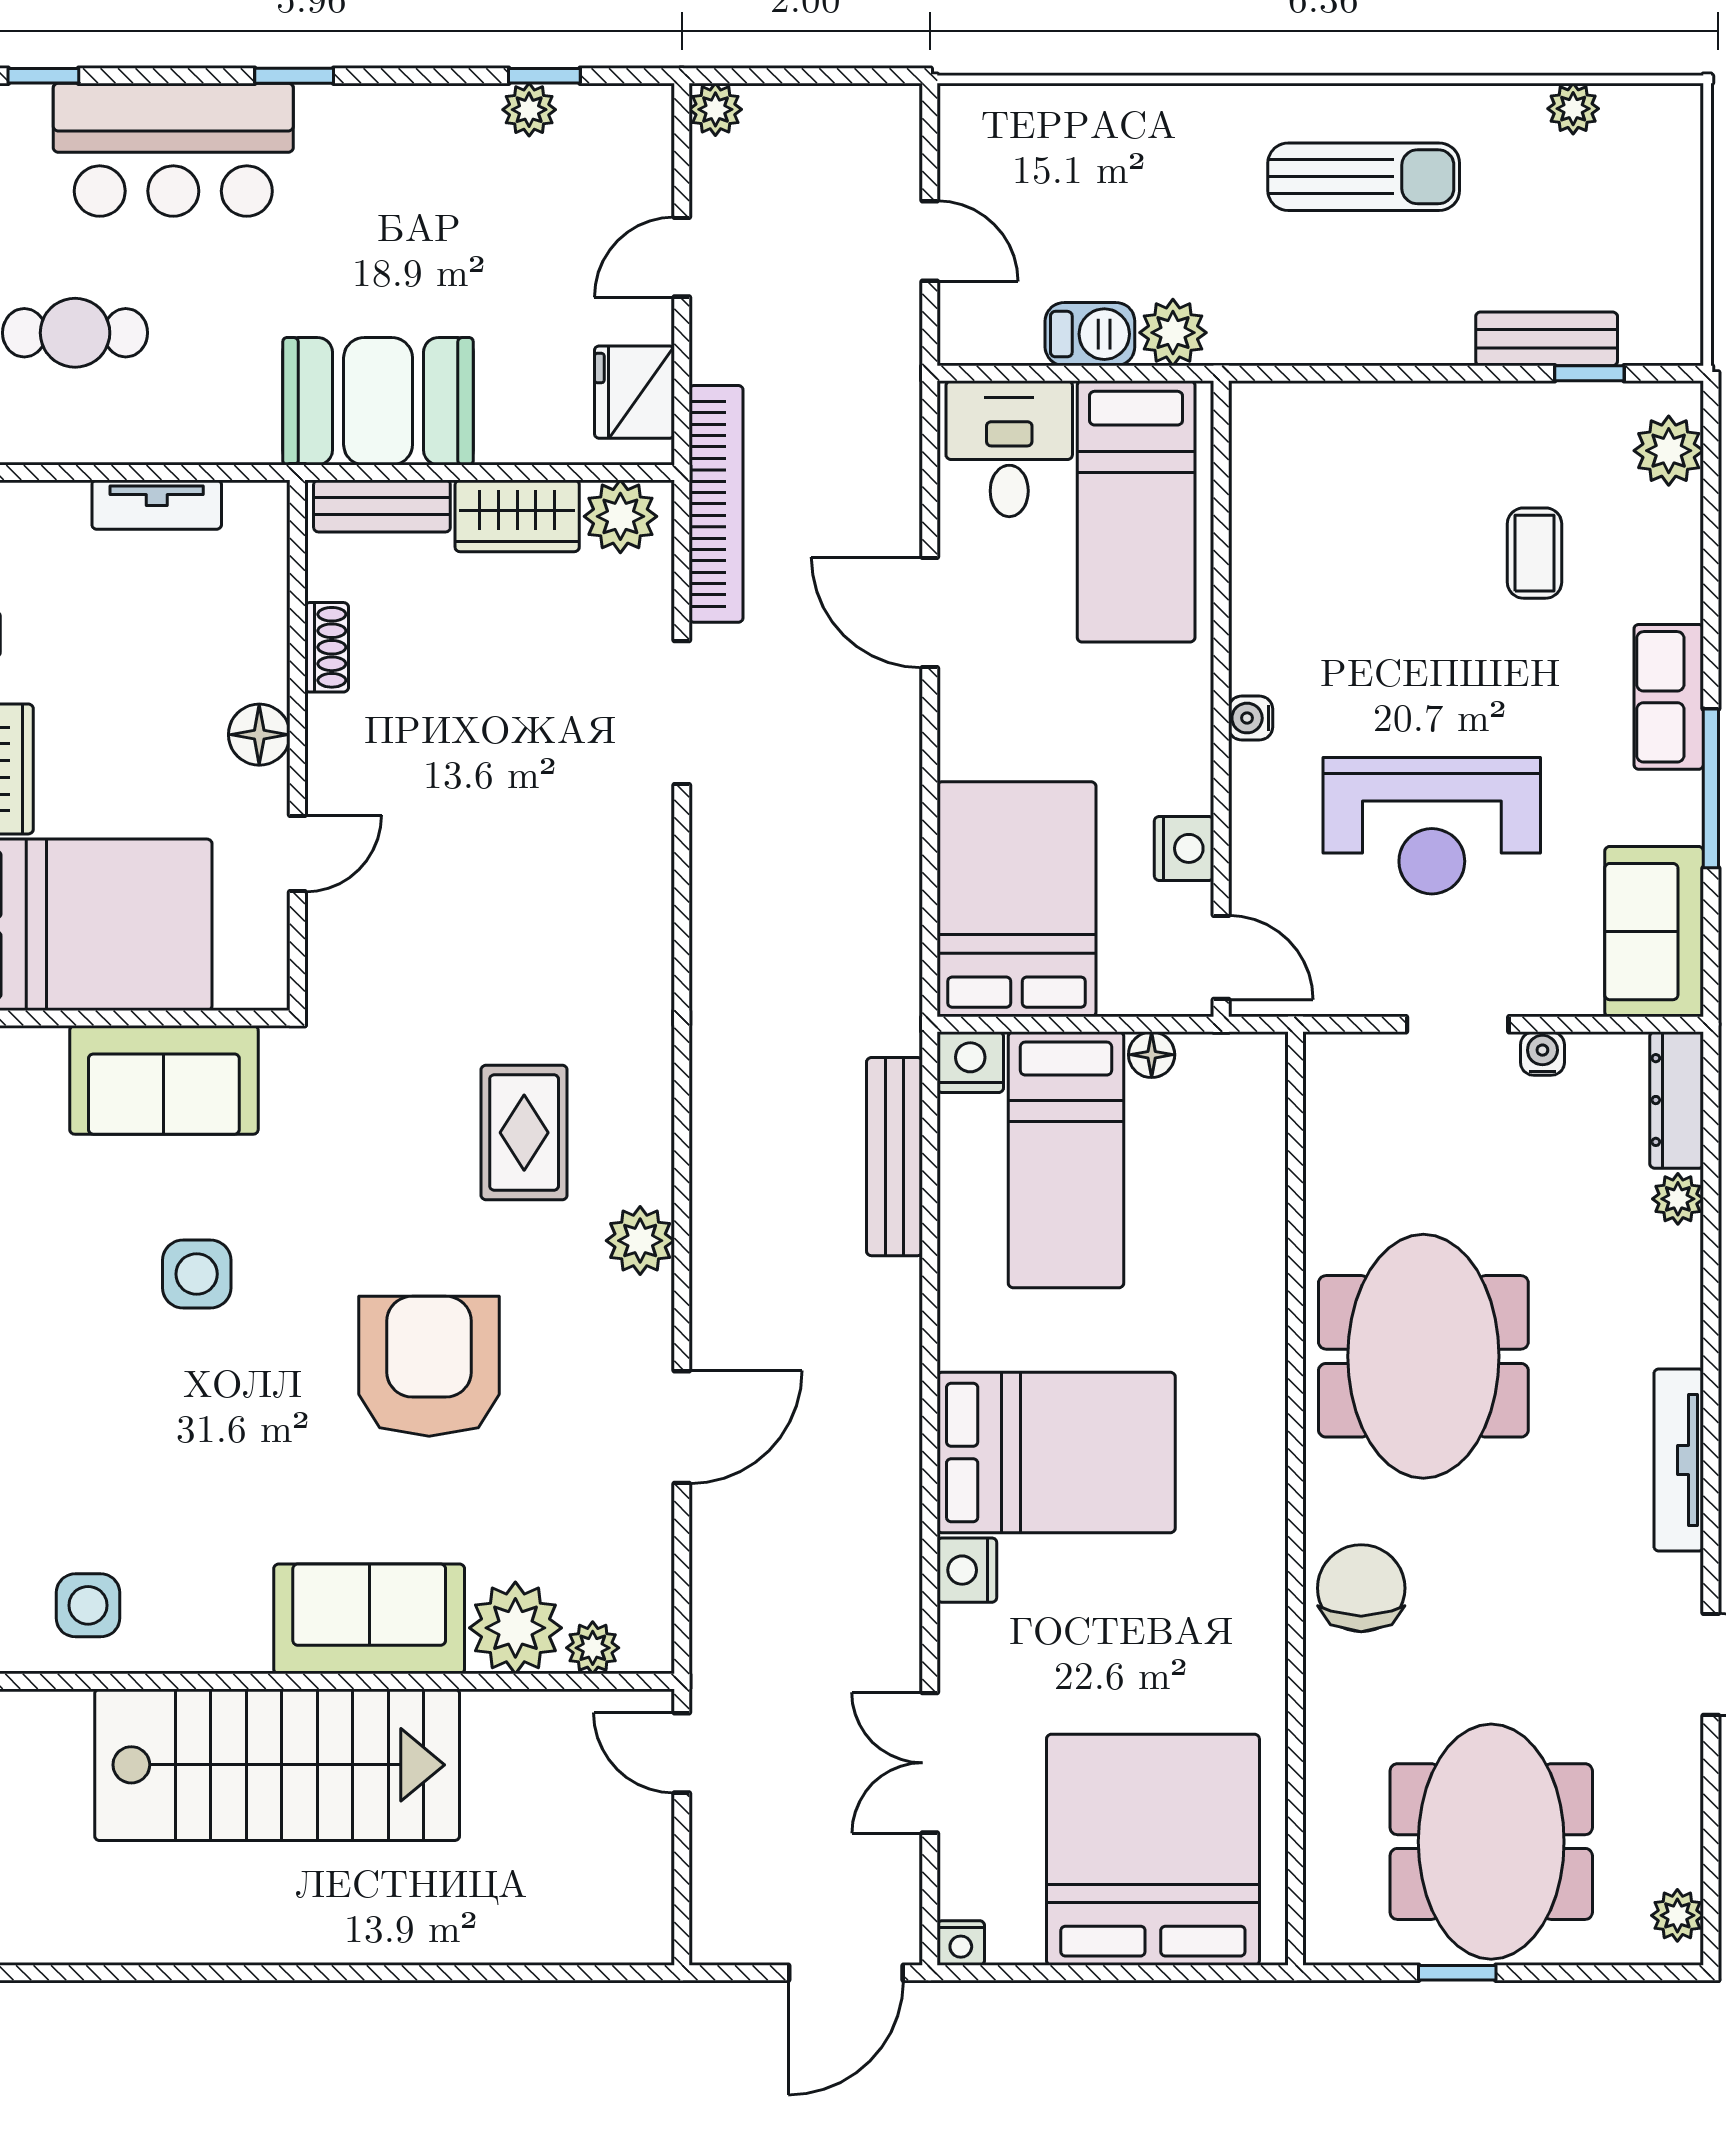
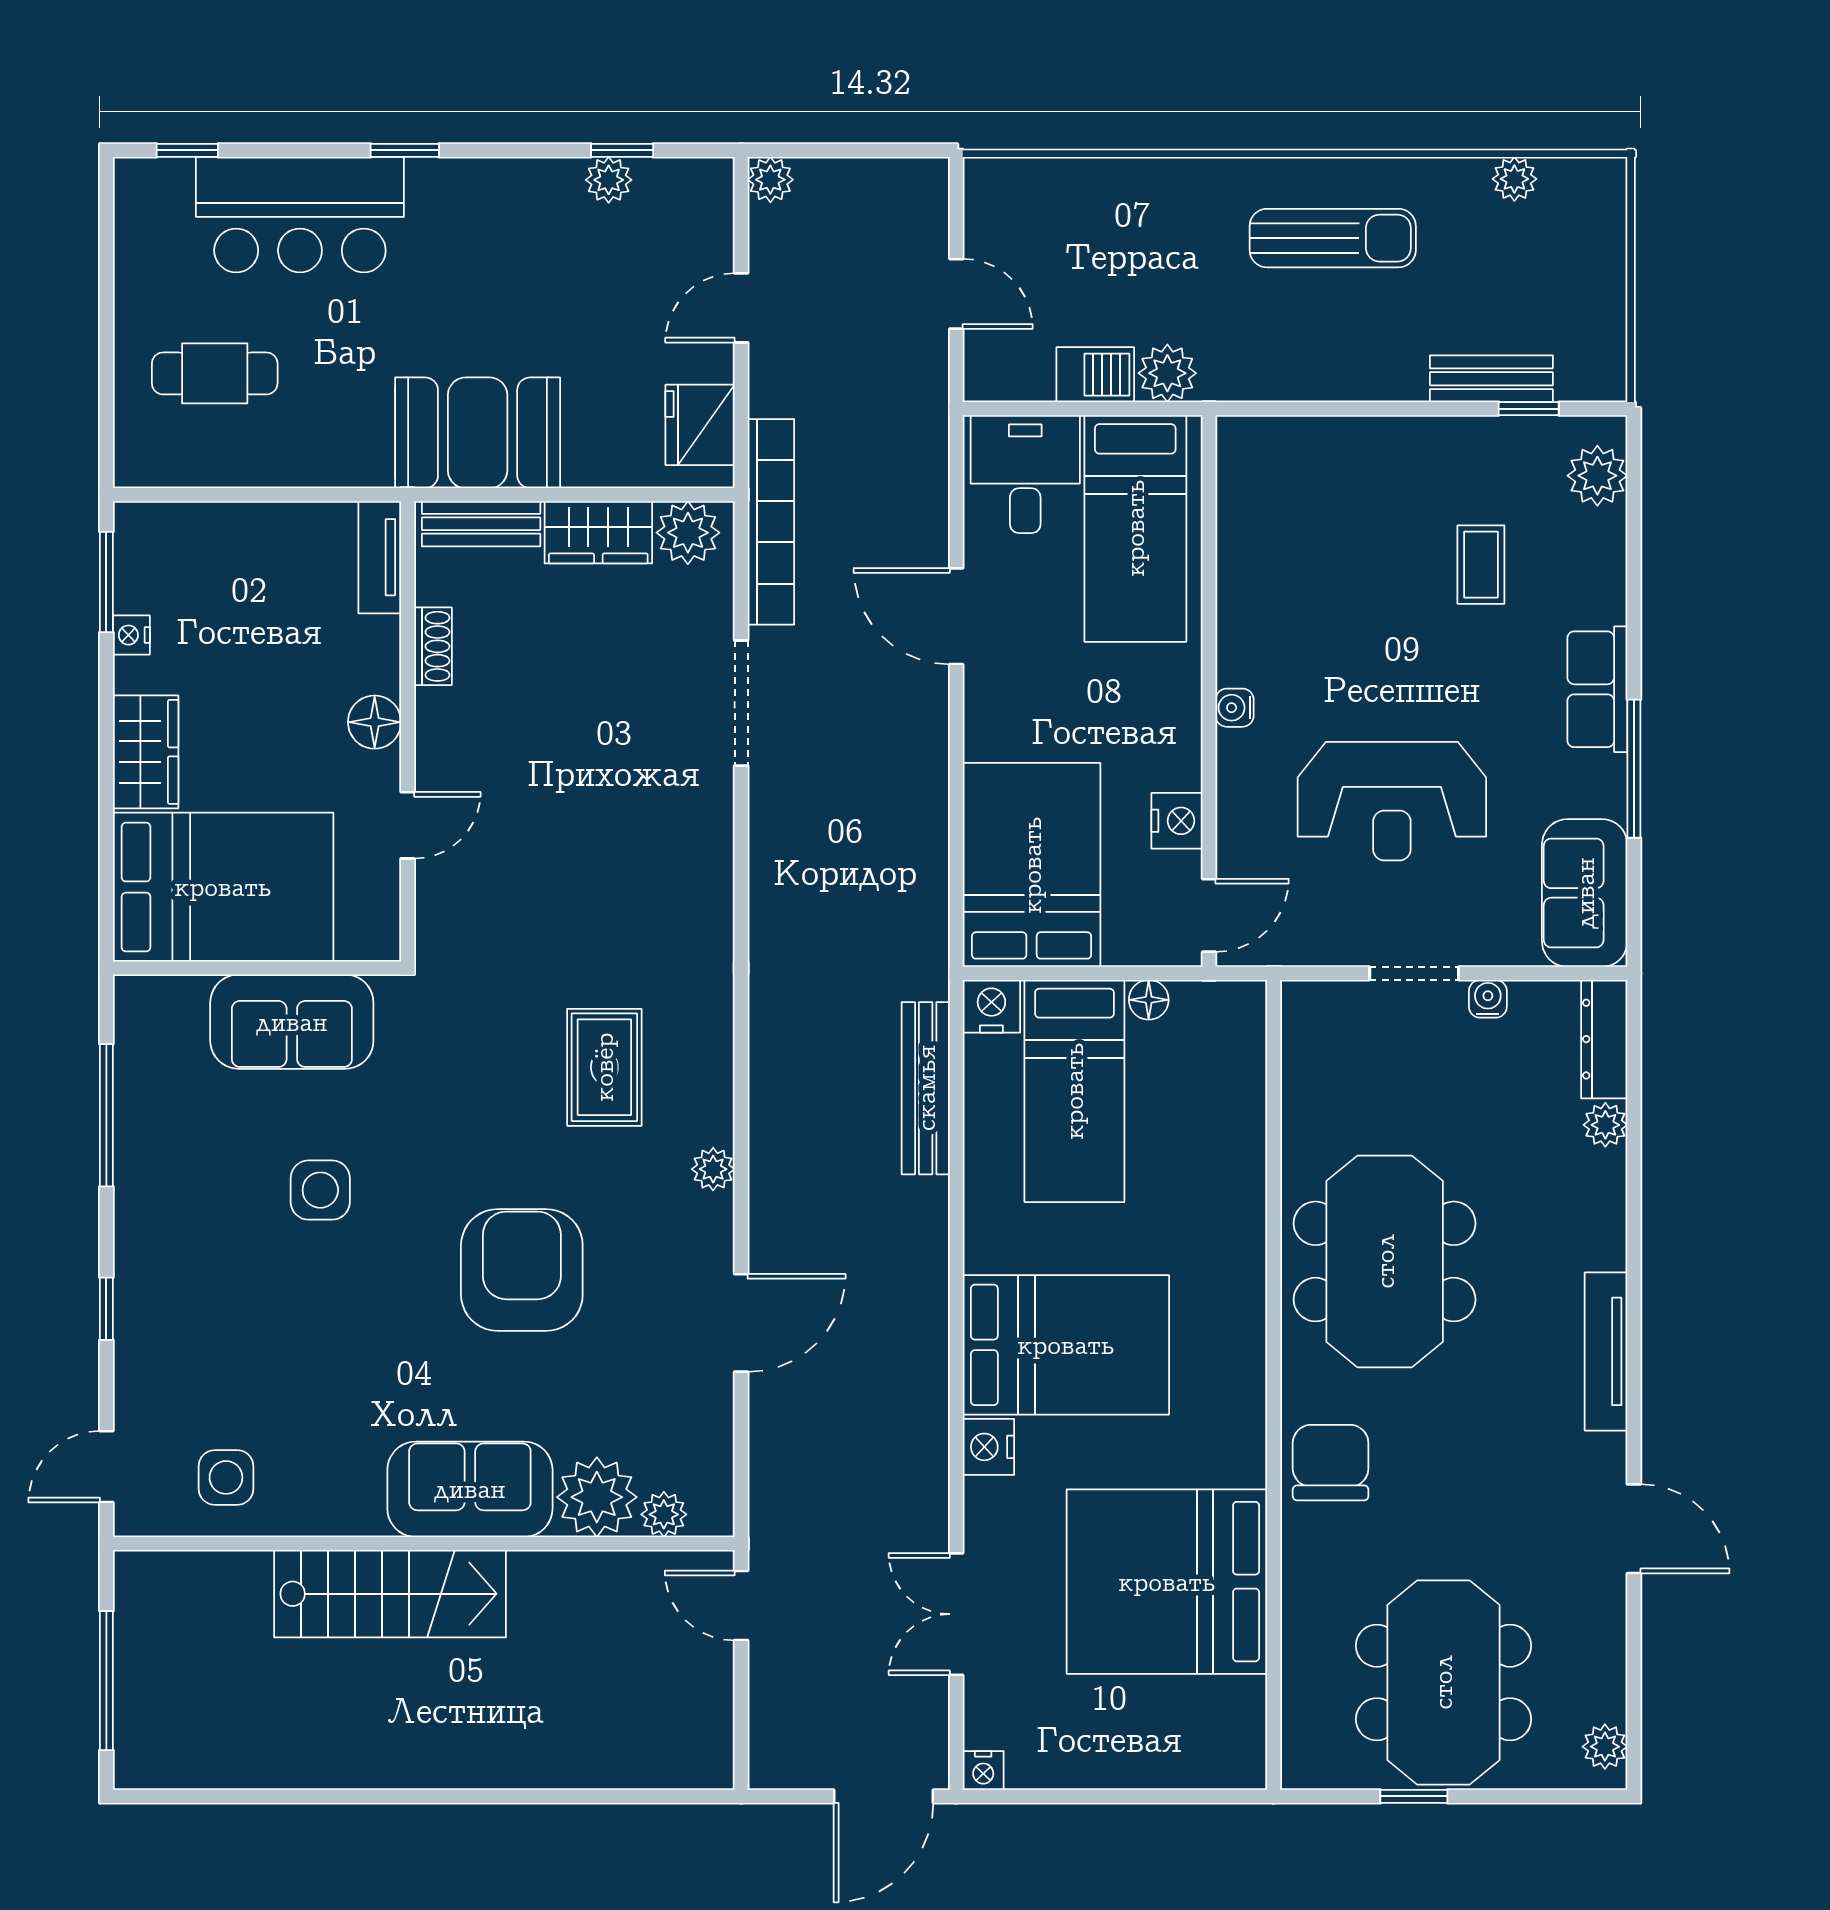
tv unit: (157, 505) -> (380, 557), moved, turned 90
door: (1221, 957) -> (1209, 915), hinge flipped
plant: (640, 1241) -> (713, 1169), width x0.73, depth x0.73
stairs: (277, 1765) -> (390, 1594), width x0.73, depth x0.66
bed: (1153, 1850) -> (1167, 1582), moved, turned -90

